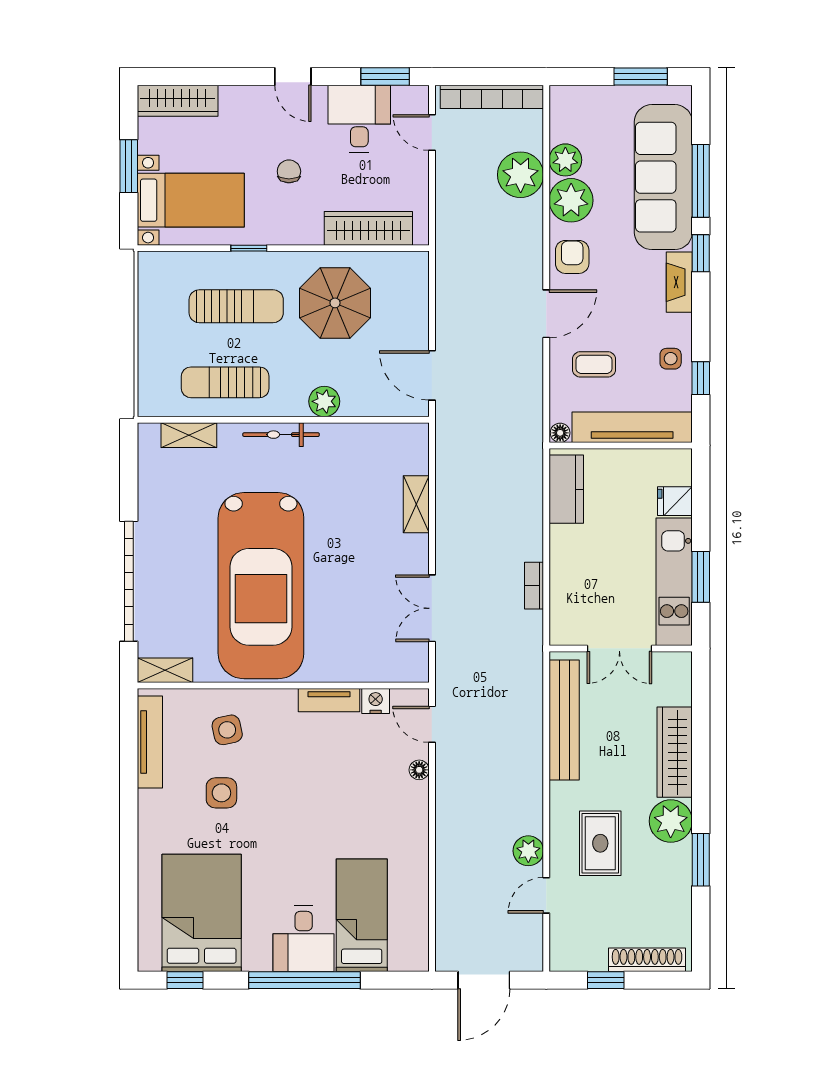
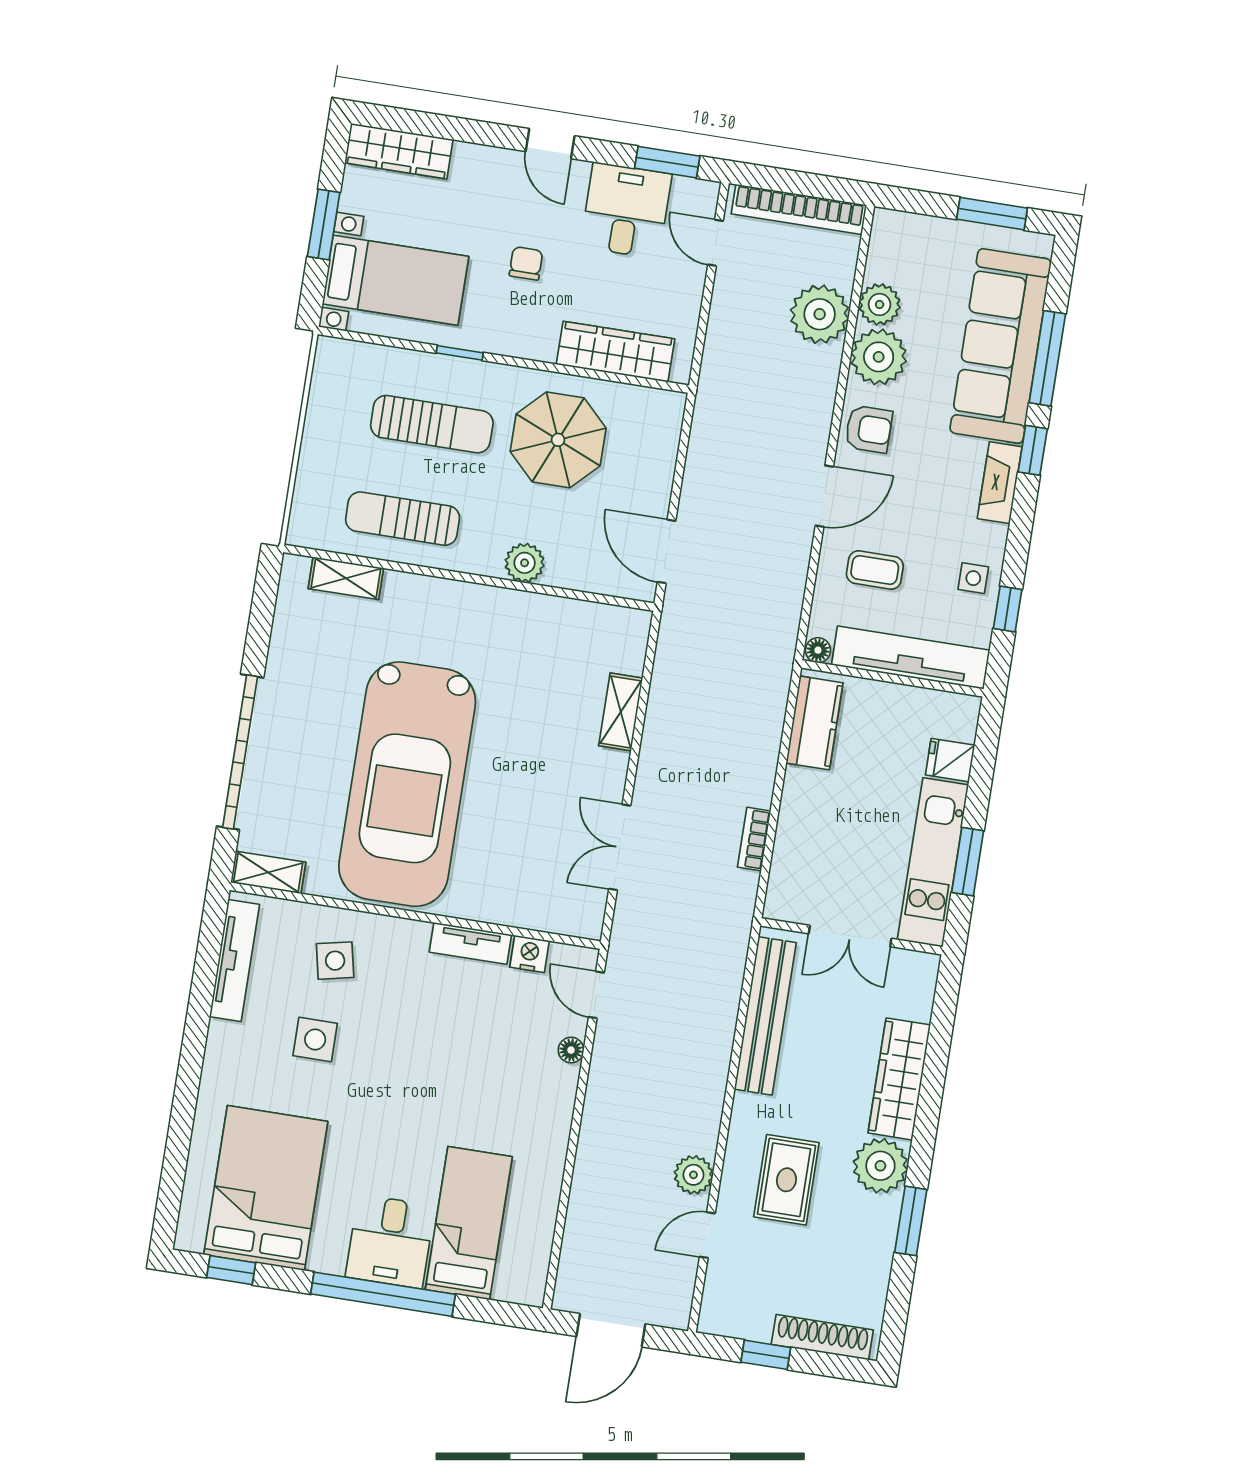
armchair: (572, 257) -> (869, 429), turned 90
bicycle: (281, 435) -> (463, 596), removed

